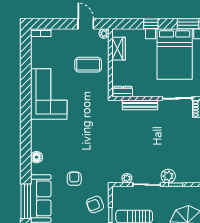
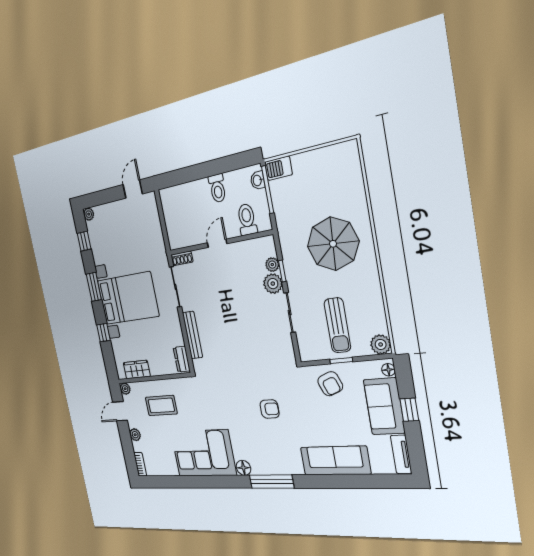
plant: (66, 34) -> (135, 435), added
coffee table: (88, 65) -> (161, 406), turned 90
floor lamp: (37, 157) -> (243, 468), moved
plant: (127, 178) -> (272, 265), moved
armchair: (74, 179) -> (270, 409), moved, turned 180
window: (26, 201) -> (271, 482), moved

